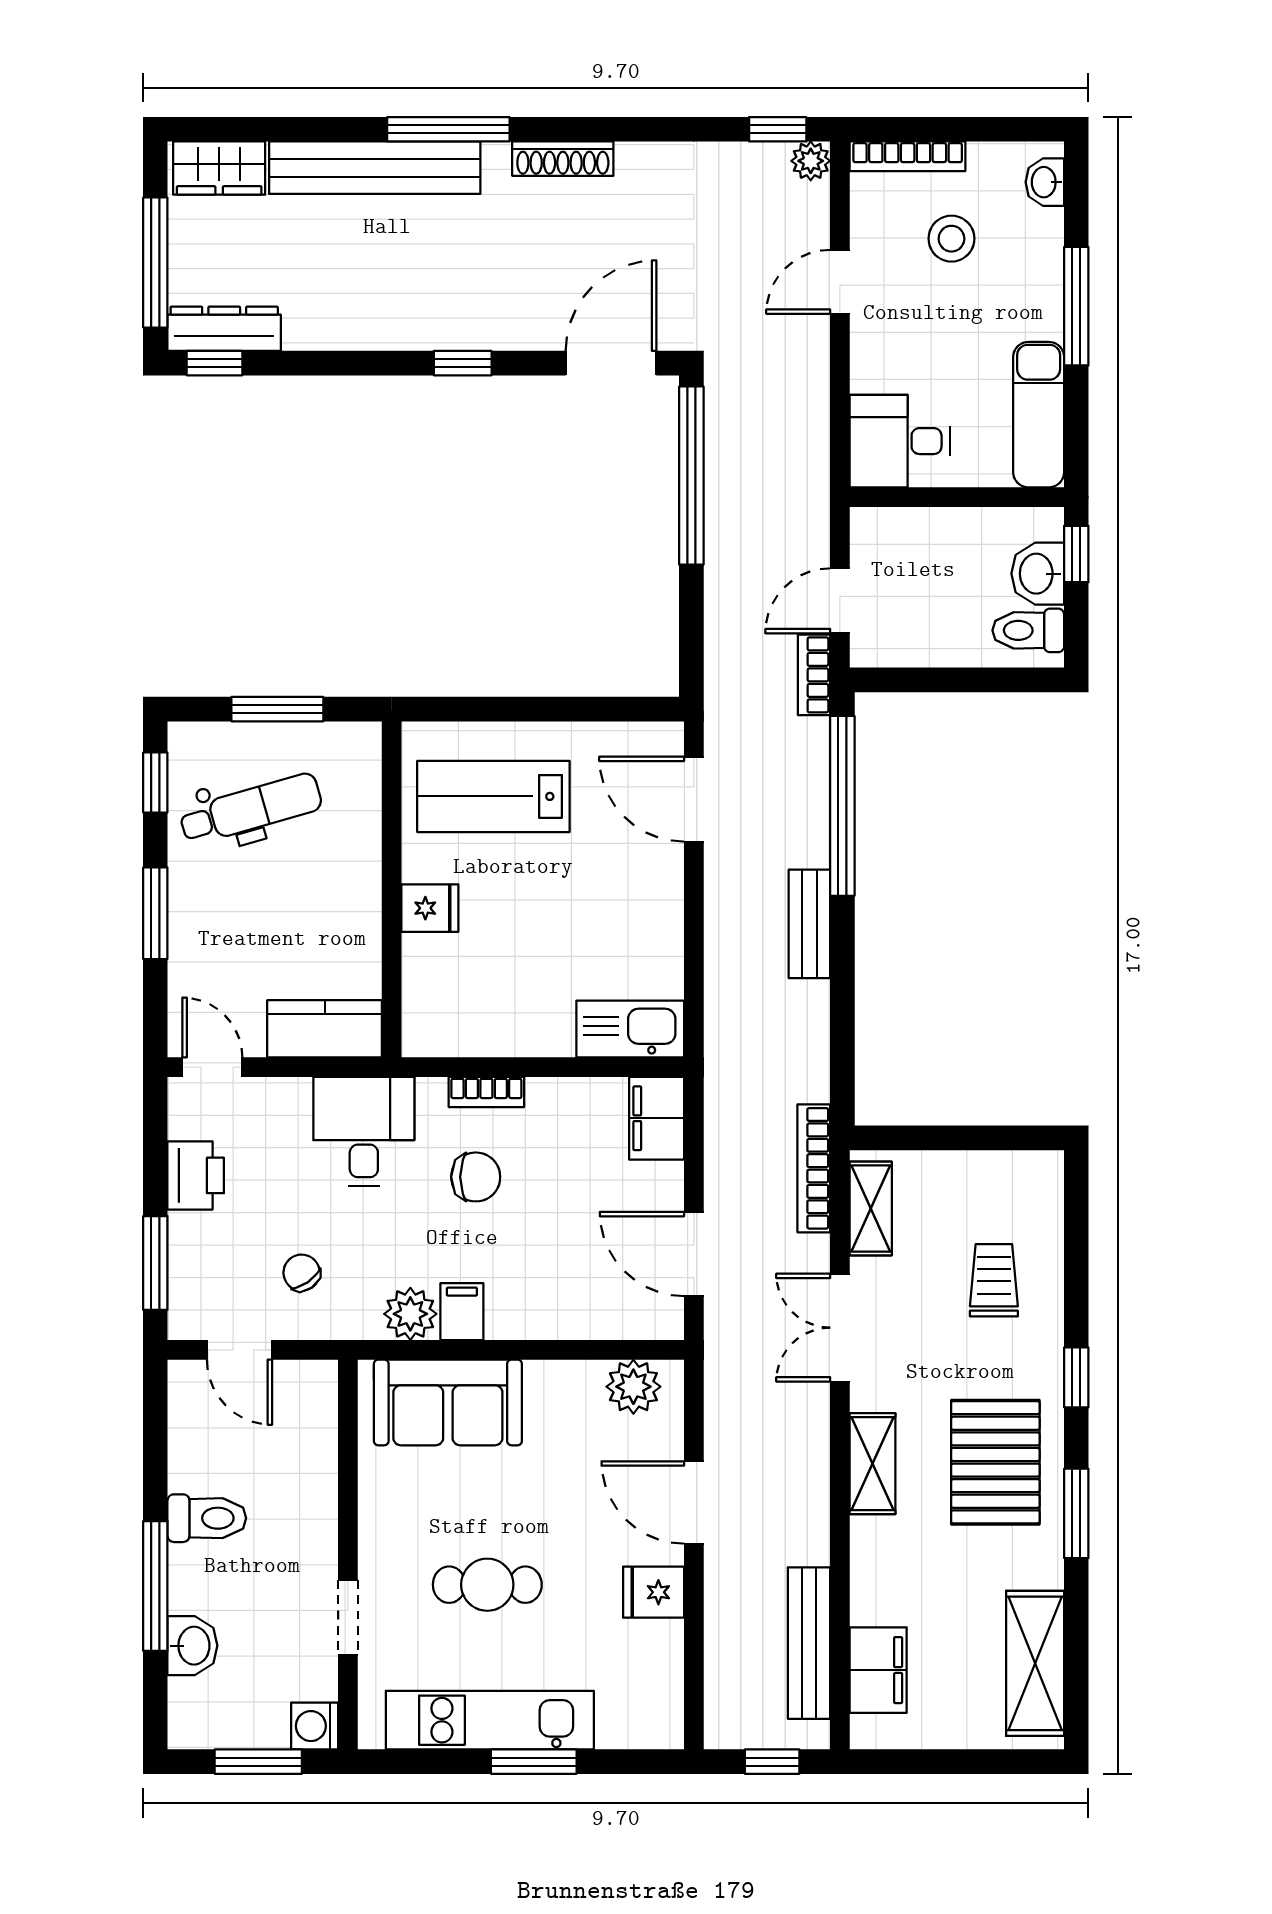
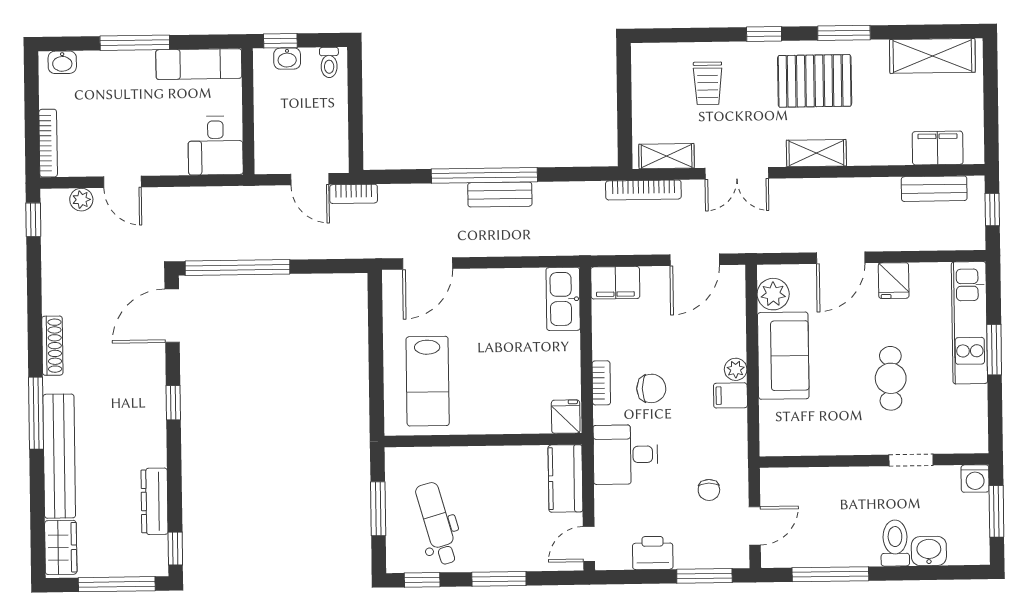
plant: (811, 161) -> (81, 200), moved
stool: (951, 239) -> (96, 117), removed
dresser: (224, 329) -> (155, 501), moved
door: (611, 363) -> (172, 316), hinge flipped
washbasin: (1038, 574) -> (287, 59), width x0.72, depth x0.69
toilet: (1028, 630) -> (329, 62), width x0.73, depth x0.72
window: (842, 806) -> (484, 175), moved
fridge: (430, 908) -> (566, 417), moved
chair: (476, 1177) -> (651, 388), turned 90
chair: (302, 1273) -> (709, 490), turned -55
trolley: (994, 1280) -> (708, 83), turned -90
plant: (410, 1314) -> (736, 369), moved, width x0.73, depth x0.73
sofa: (448, 1402) -> (783, 356), moved
toilet: (207, 1518) -> (895, 543), moved
window: (155, 1586) -> (830, 574), moved
bench: (809, 1643) -> (934, 189), width x0.73
kitchen unit: (490, 1720) -> (969, 323), moved

